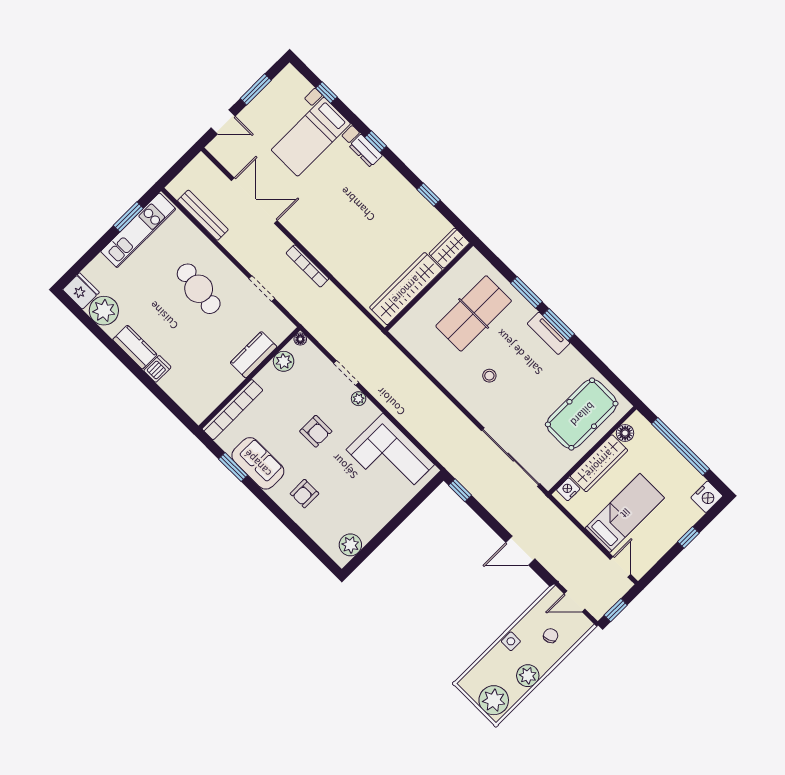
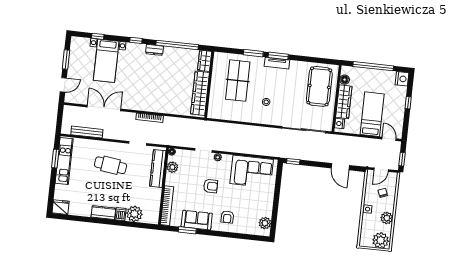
dresser: (366, 151) -> (154, 50), moved
window: (429, 195) -> (177, 45), width x3.17
plant: (104, 311) -> (134, 214), moved
kitchen counter: (254, 355) -> (158, 169), width x1.50
door: (520, 551) -> (340, 167), hinge flipped

